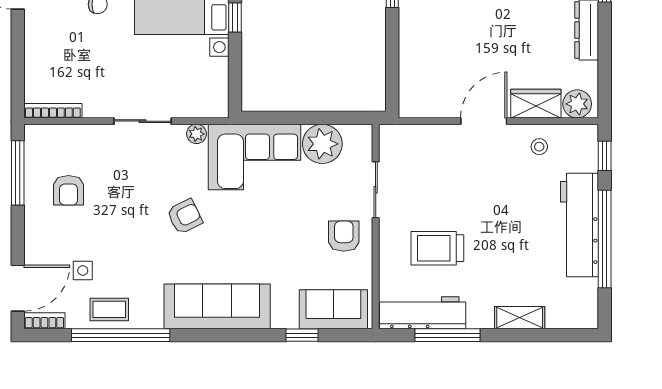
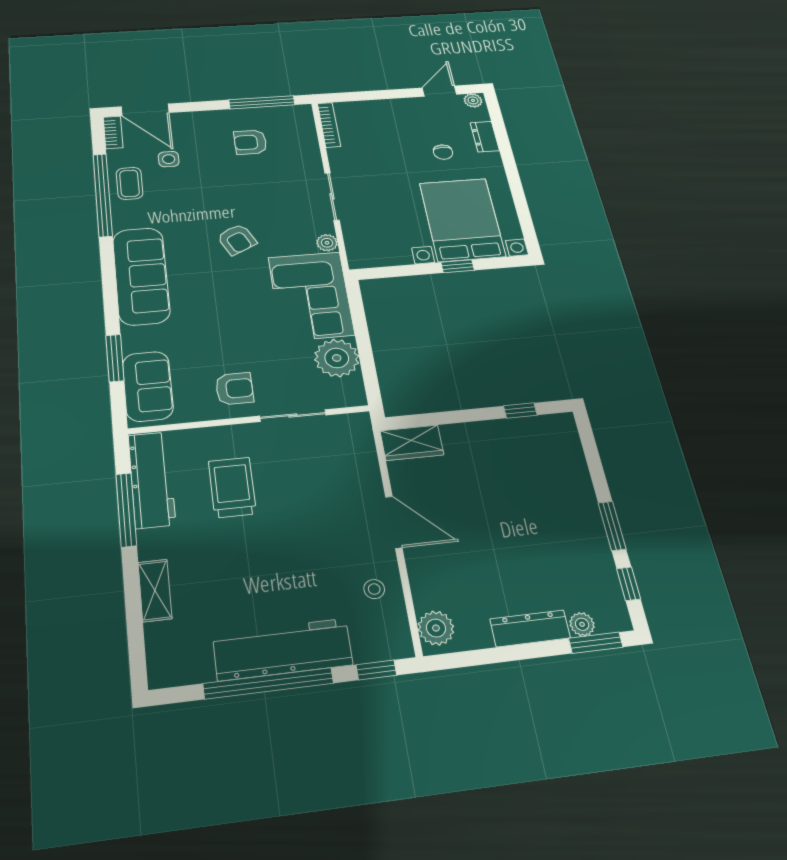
wardrobe: (536, 104) -> (412, 443), moved, turned 90
window: (302, 335) -> (115, 358), width x1.50

